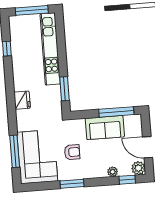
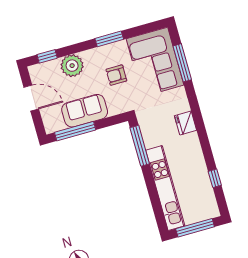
window: (64, 89) -> (140, 146), width x1.44
plant: (138, 168) -> (37, 72), removed
plant: (113, 172) -> (72, 66), width x1.88, depth x1.88

